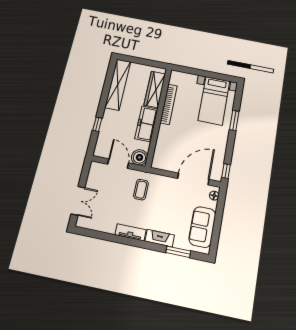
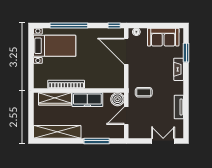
window: (234, 120) -> (69, 25), width x2.11
window: (97, 124) -> (97, 141), width x2.17
tv unit: (131, 232) -> (179, 107), moved

